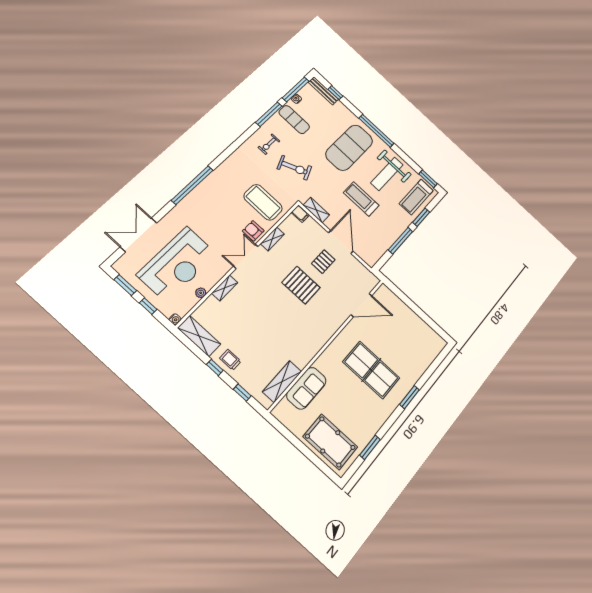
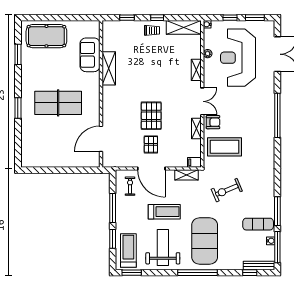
exercise bike: (269, 144) -> (130, 186), moved
pallet: (301, 285) -> (151, 116), turned 90
shelving: (282, 382) -> (109, 68), moved

